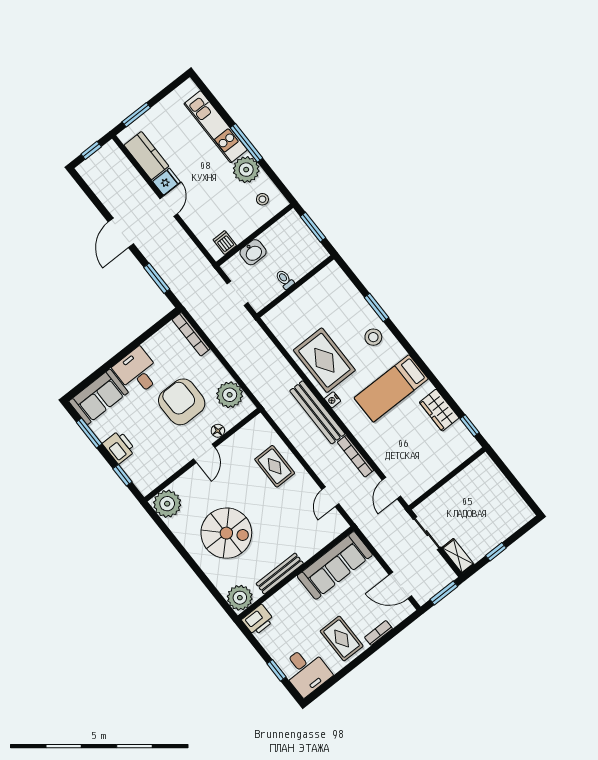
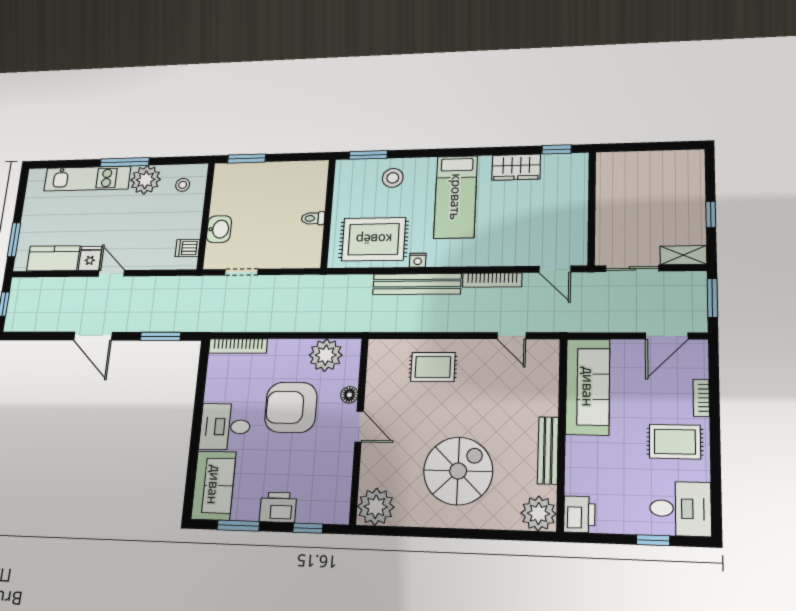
toilet: (285, 279) -> (313, 218), moved
wall: (295, 286) -> (328, 213), moved

